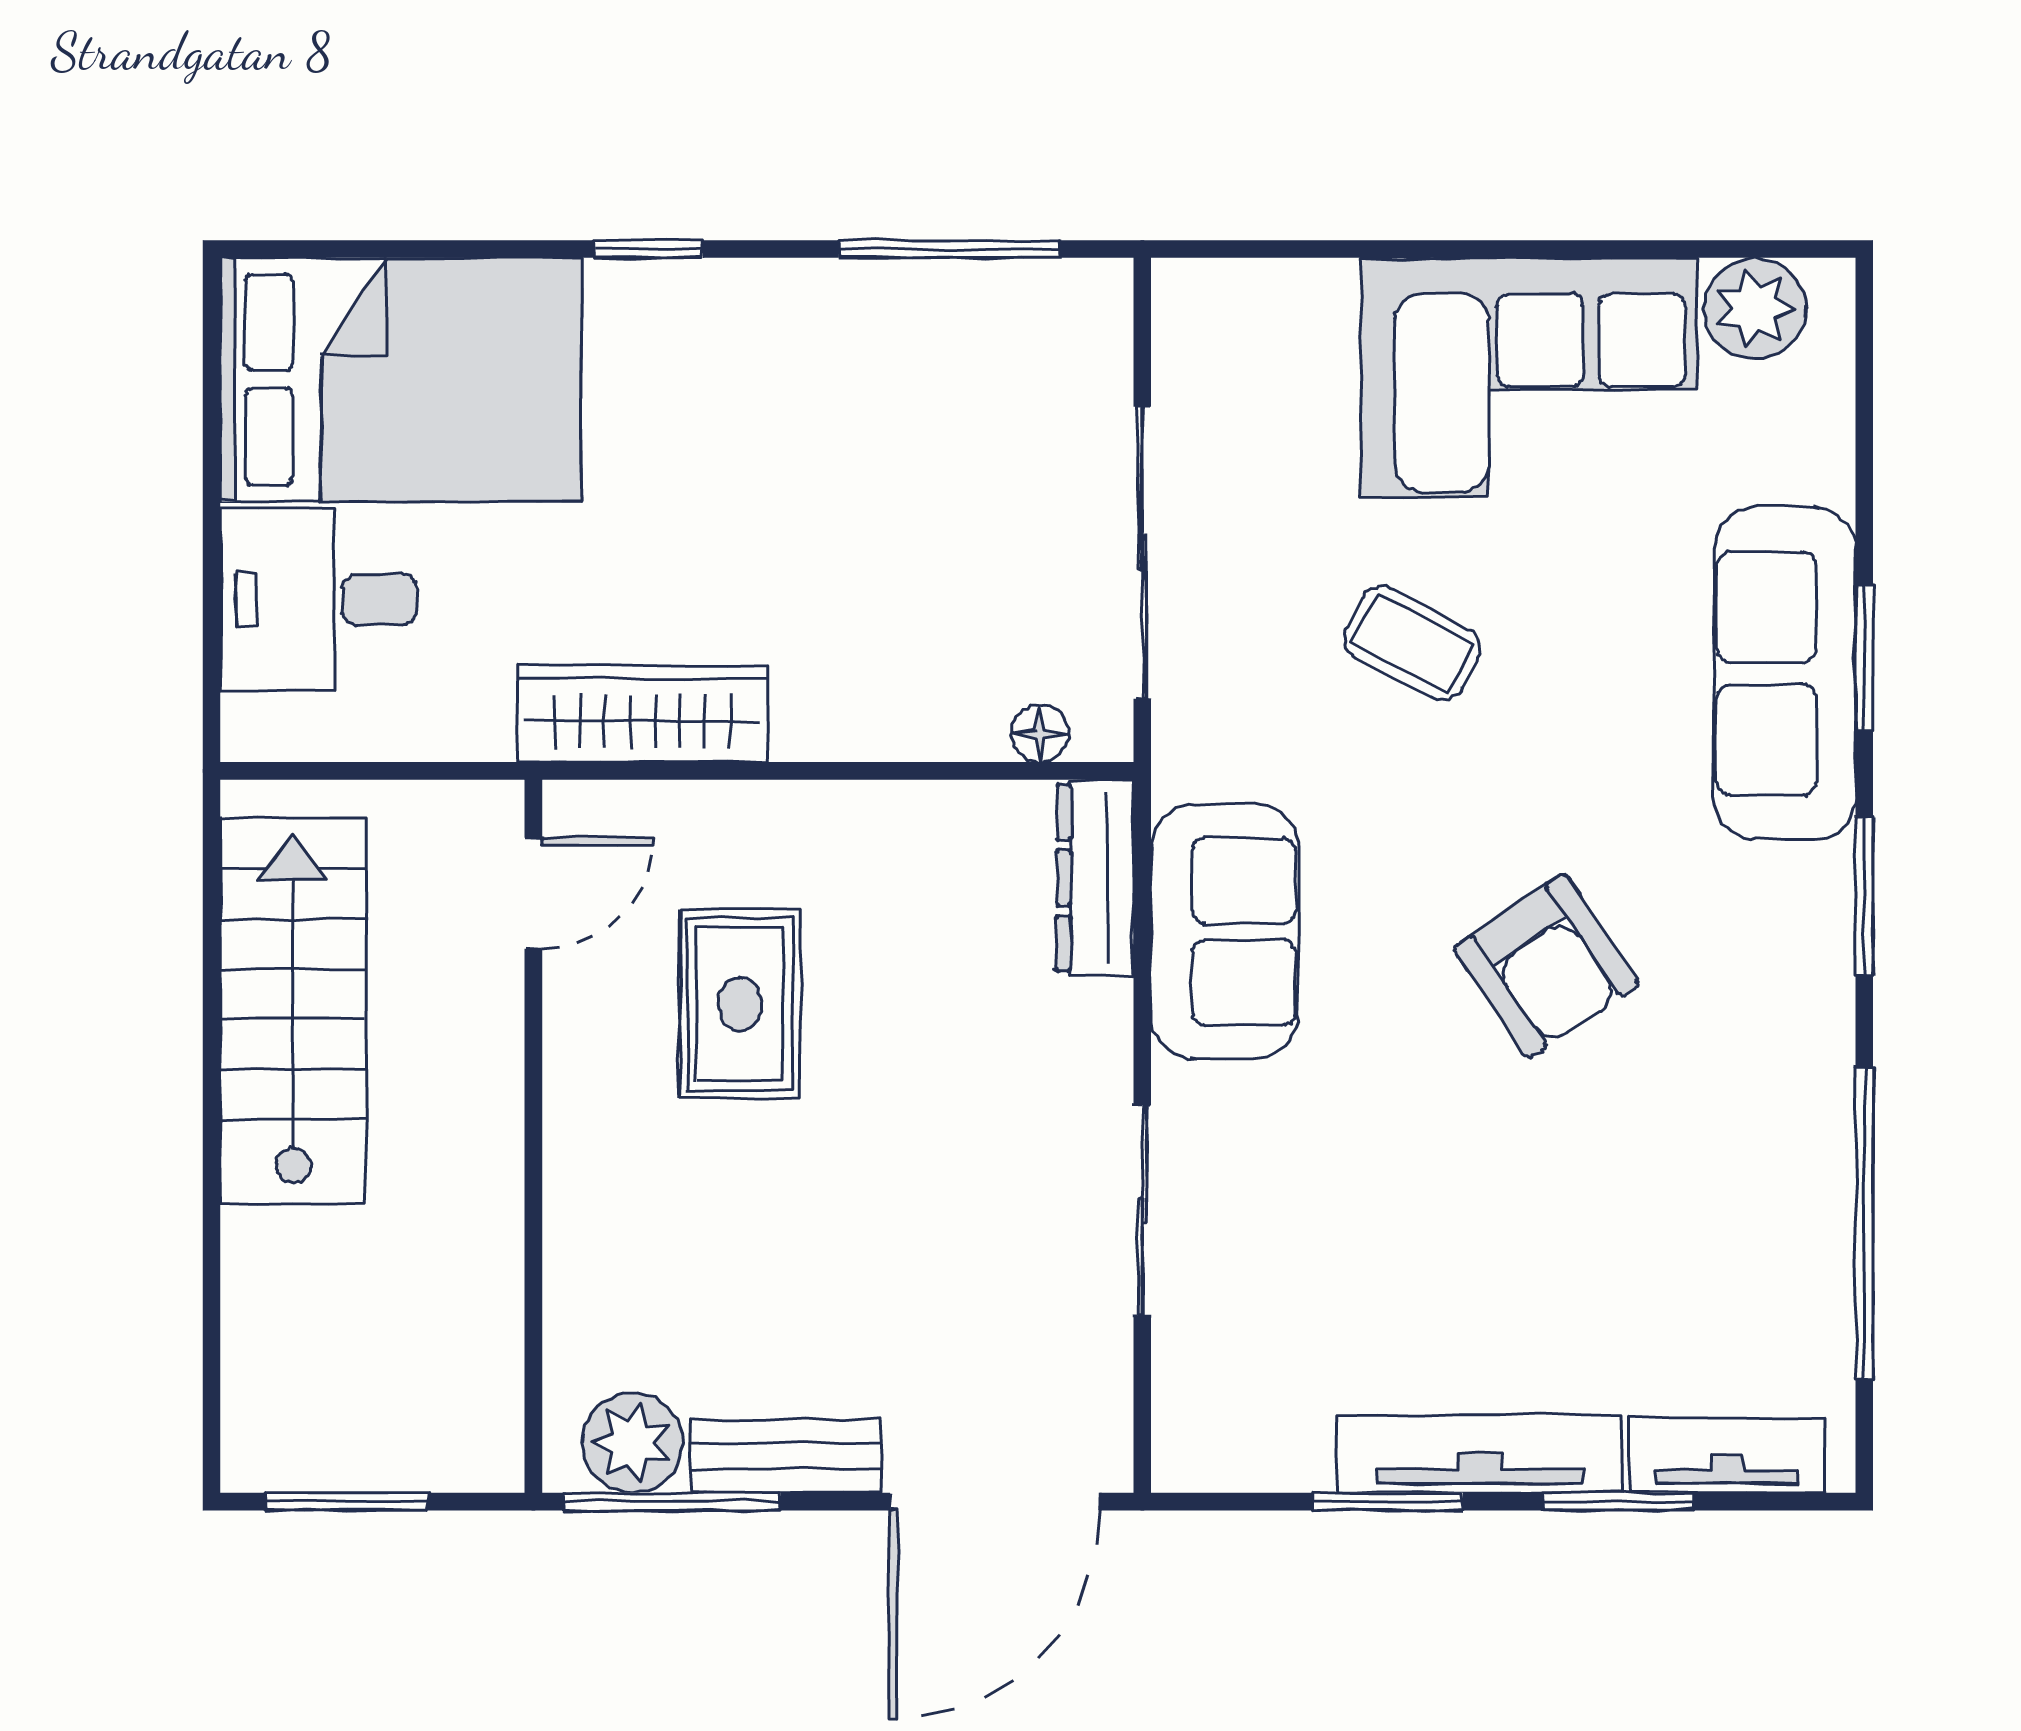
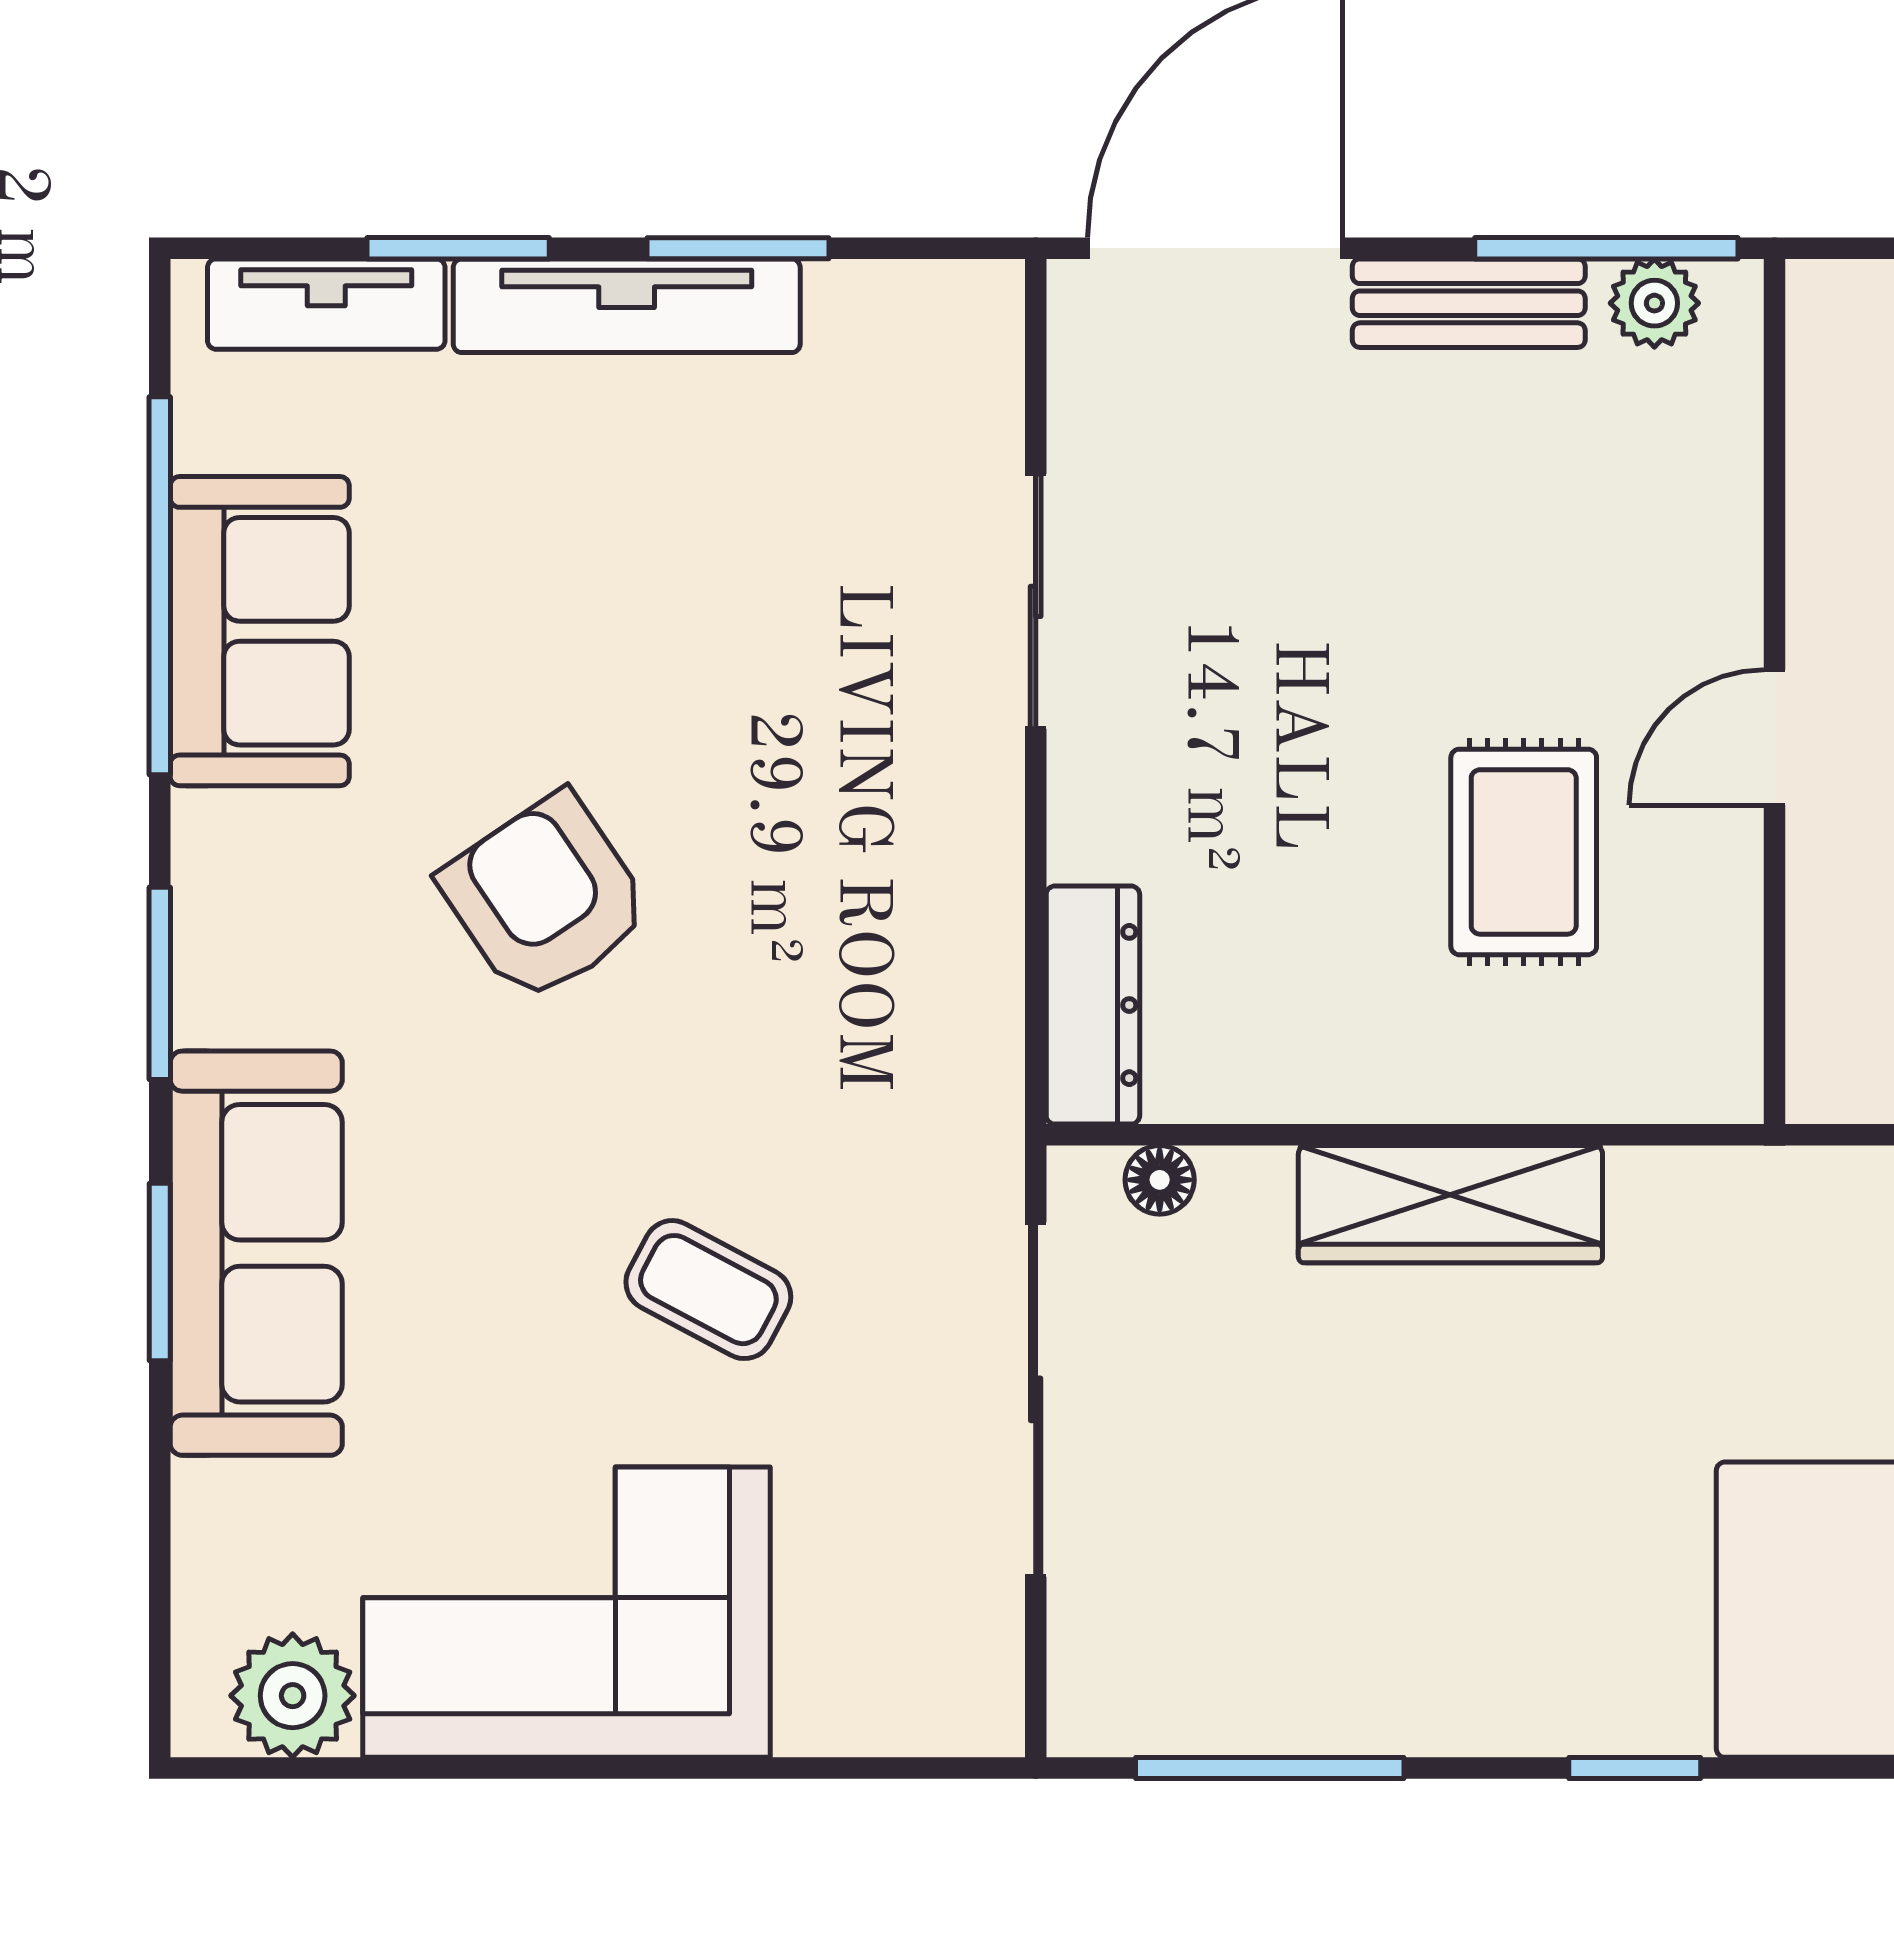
wardrobe: (643, 714) -> (1450, 1204), moved
door: (533, 893) -> (1775, 737), moved
sofa: (1225, 932) -> (260, 631), moved, turned 180
plant: (632, 1443) -> (1654, 303), width x0.73, depth x0.73

